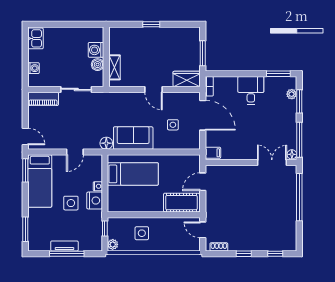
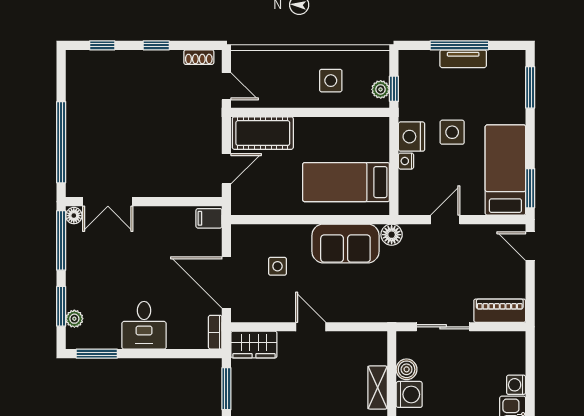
shelving: (114, 67) -> (378, 388), moved
washing machine: (34, 68) -> (516, 385), moved
plant: (113, 244) -> (381, 89), moved

